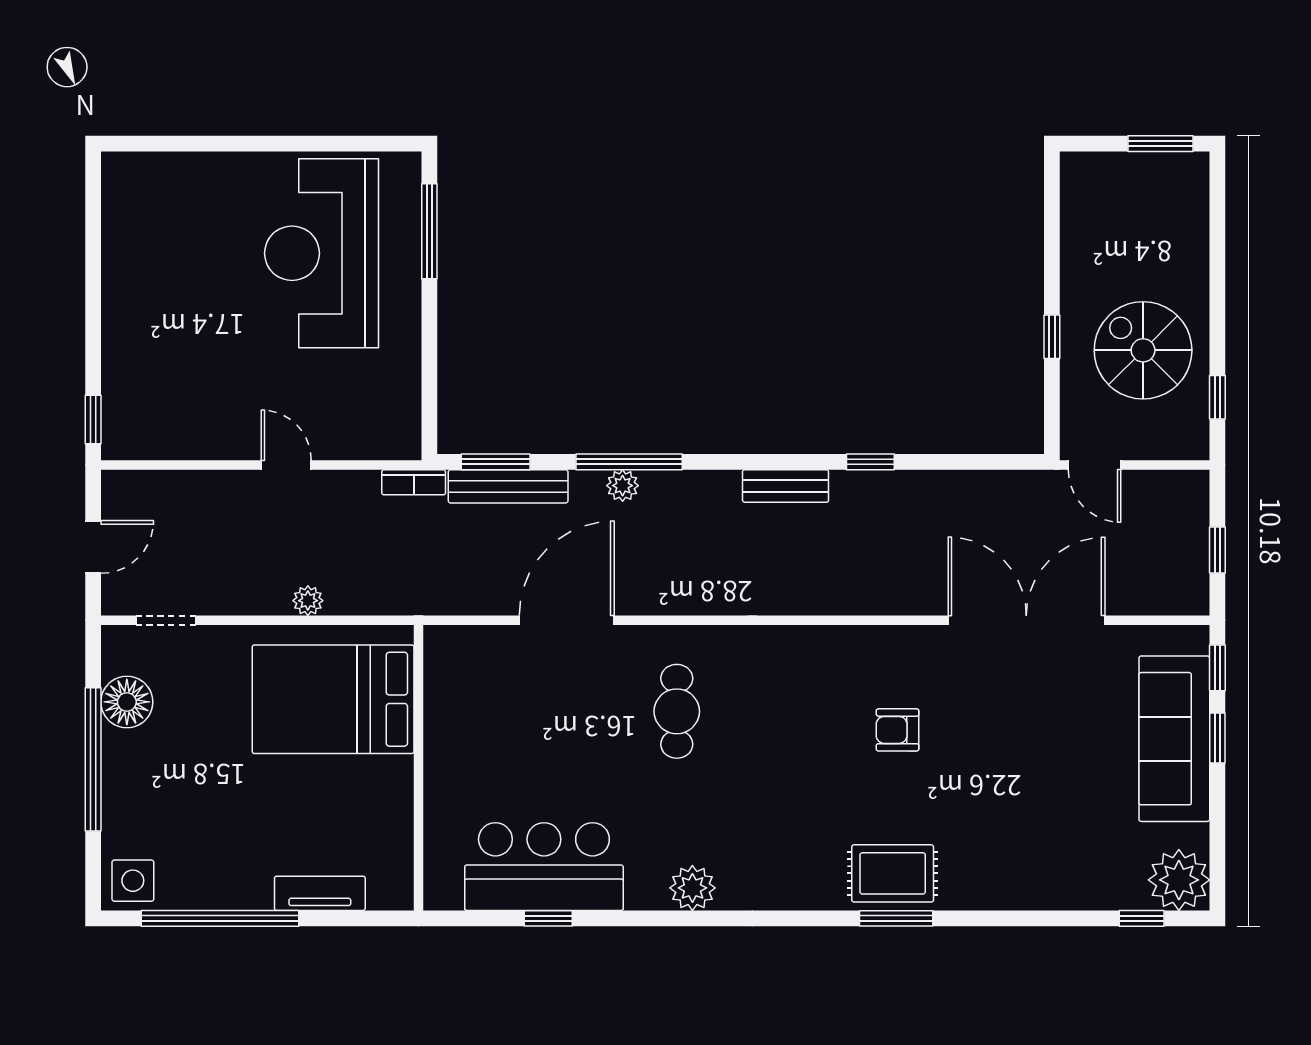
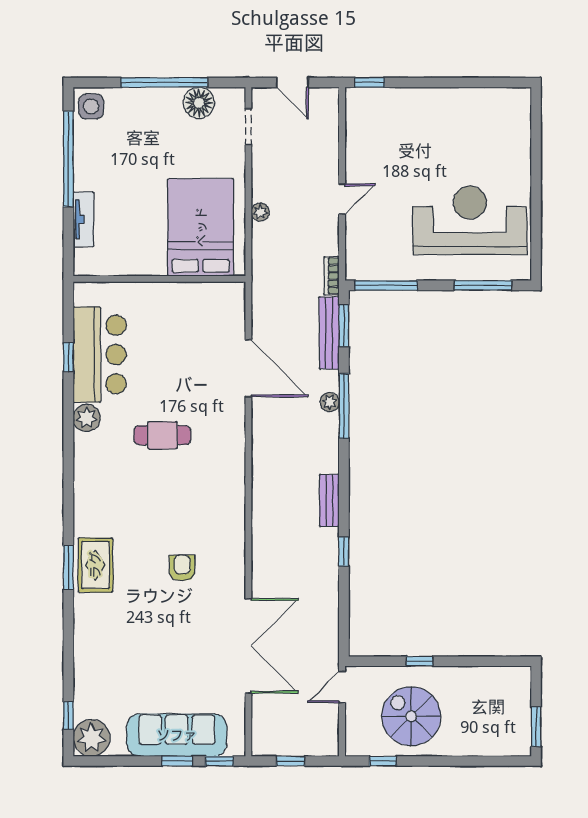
spiral stairs: (1143, 350) -> (411, 716), turned -90
window: (429, 392) -> (386, 285), added
cafe table: (677, 711) -> (162, 435), moved
plant: (692, 888) -> (87, 418), moved

